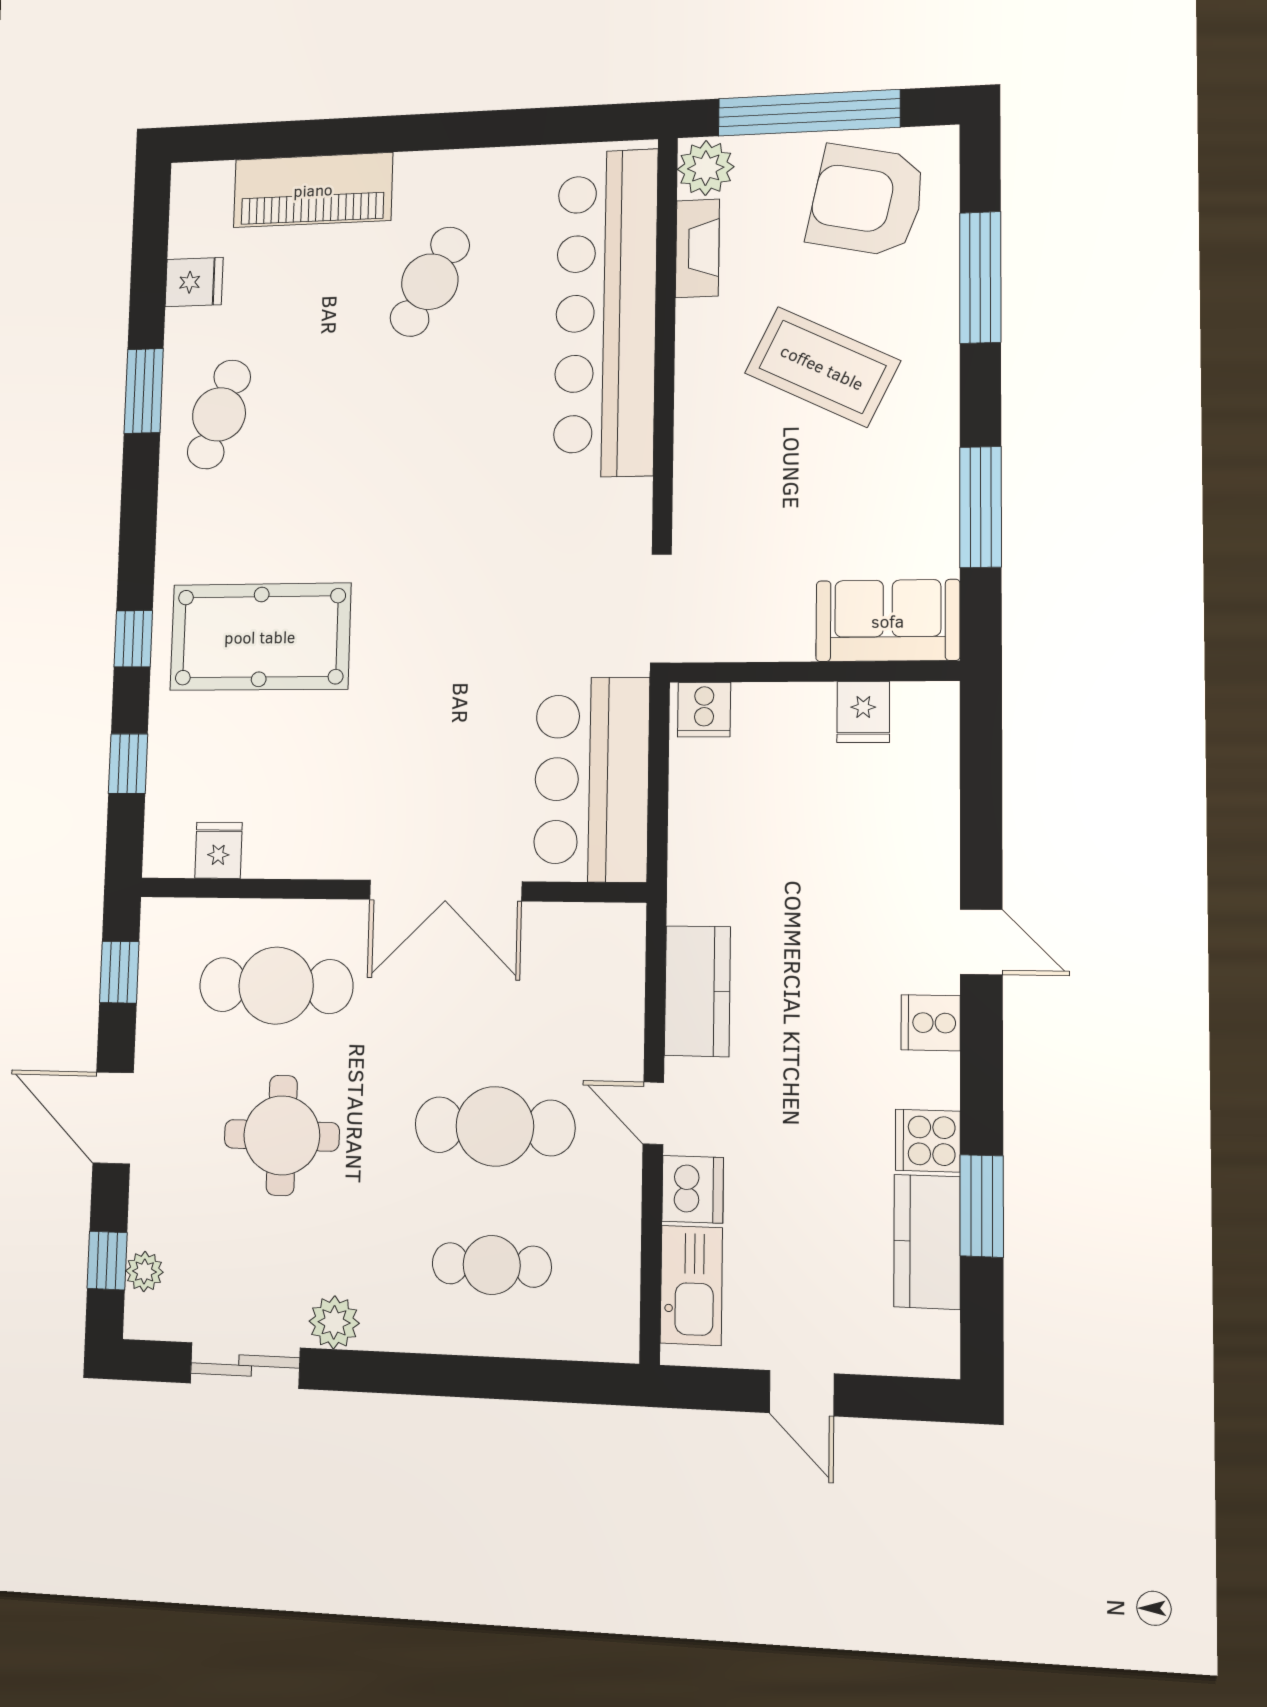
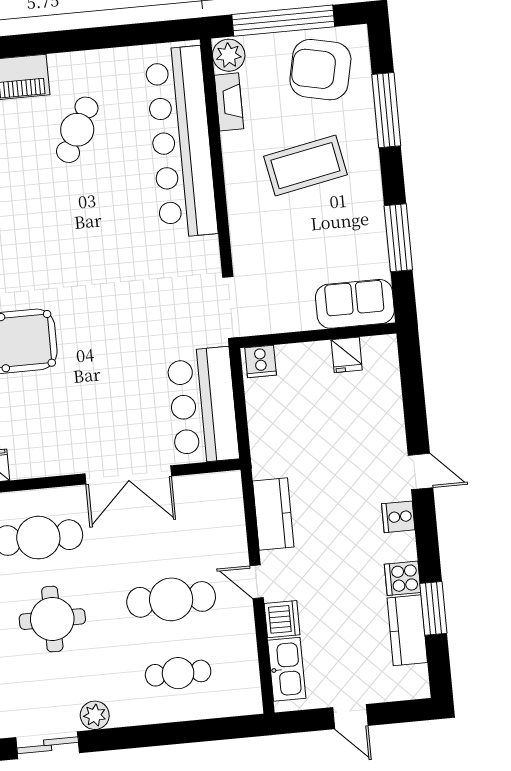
coffee table: (822, 367) -> (305, 166), turned -37

